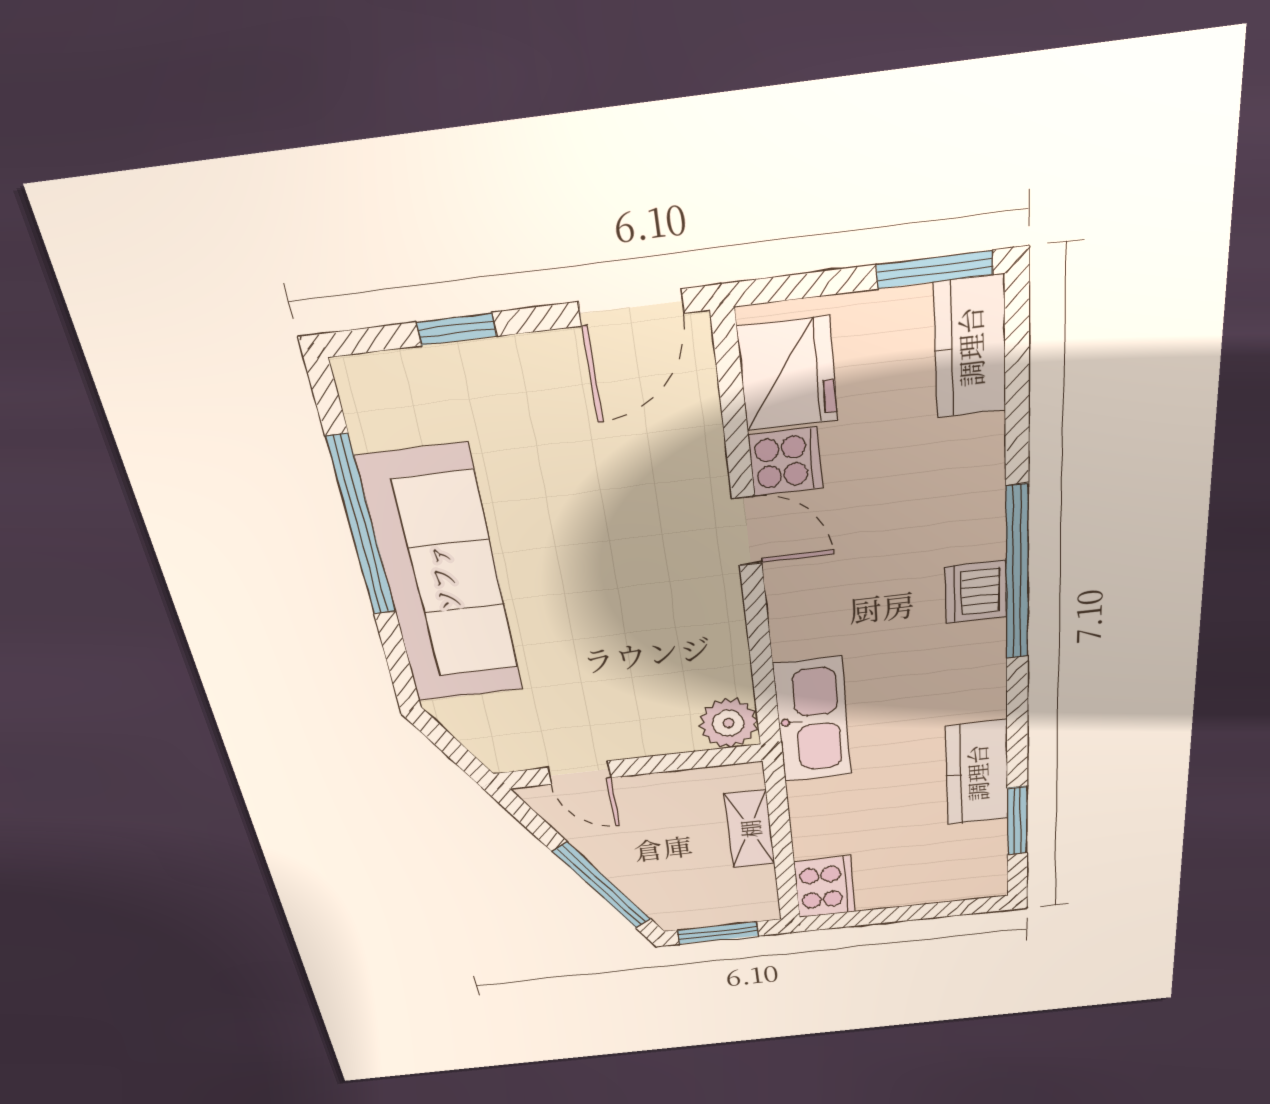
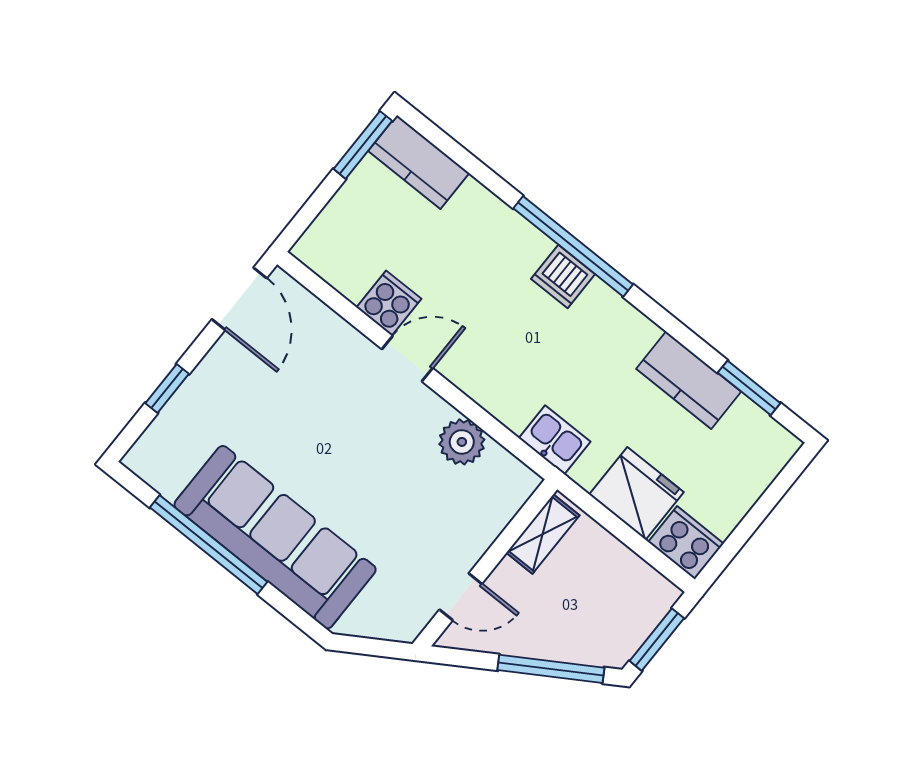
fridge: (788, 374) -> (636, 493), moved
kitchen sink: (813, 720) -> (555, 440), width x0.53, depth x0.81
plant: (728, 723) -> (462, 442), moved
shelving: (750, 829) -> (543, 534), moved, turned 90

